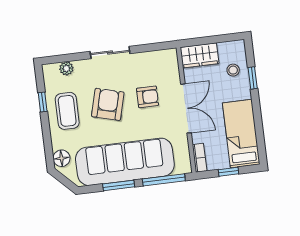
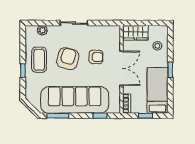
window: (253, 78) -> (170, 70), moved
window: (43, 102) -> (23, 71), moved
floor lamp: (61, 158) -> (31, 92), removed
window: (164, 180) -> (100, 116), width x0.46
window: (119, 185) -> (58, 116), moved

